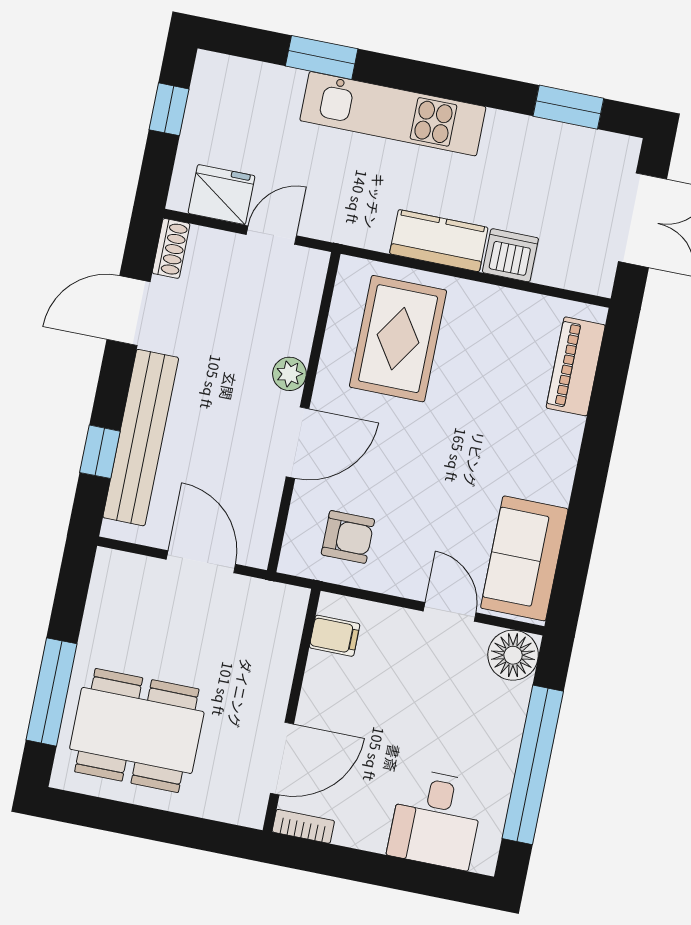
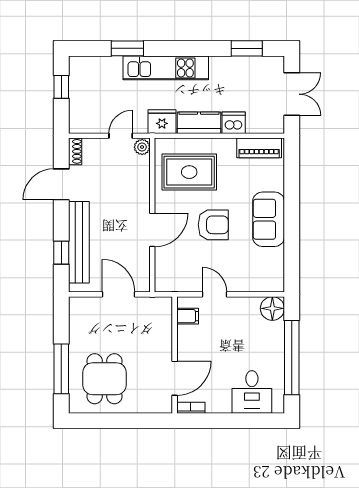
fridge: (221, 195) -> (162, 122), moved
rug: (398, 339) -> (189, 172), turned 90
piano: (576, 366) -> (259, 148), moved, turned -90
plant: (289, 374) -> (142, 147), moved
armchair: (348, 537) -> (213, 225), moved, width x1.38, depth x1.38
sofa: (524, 558) -> (269, 219), moved
door: (450, 612) -> (215, 294), moved
dining table: (137, 730) -> (105, 379), width x0.73

